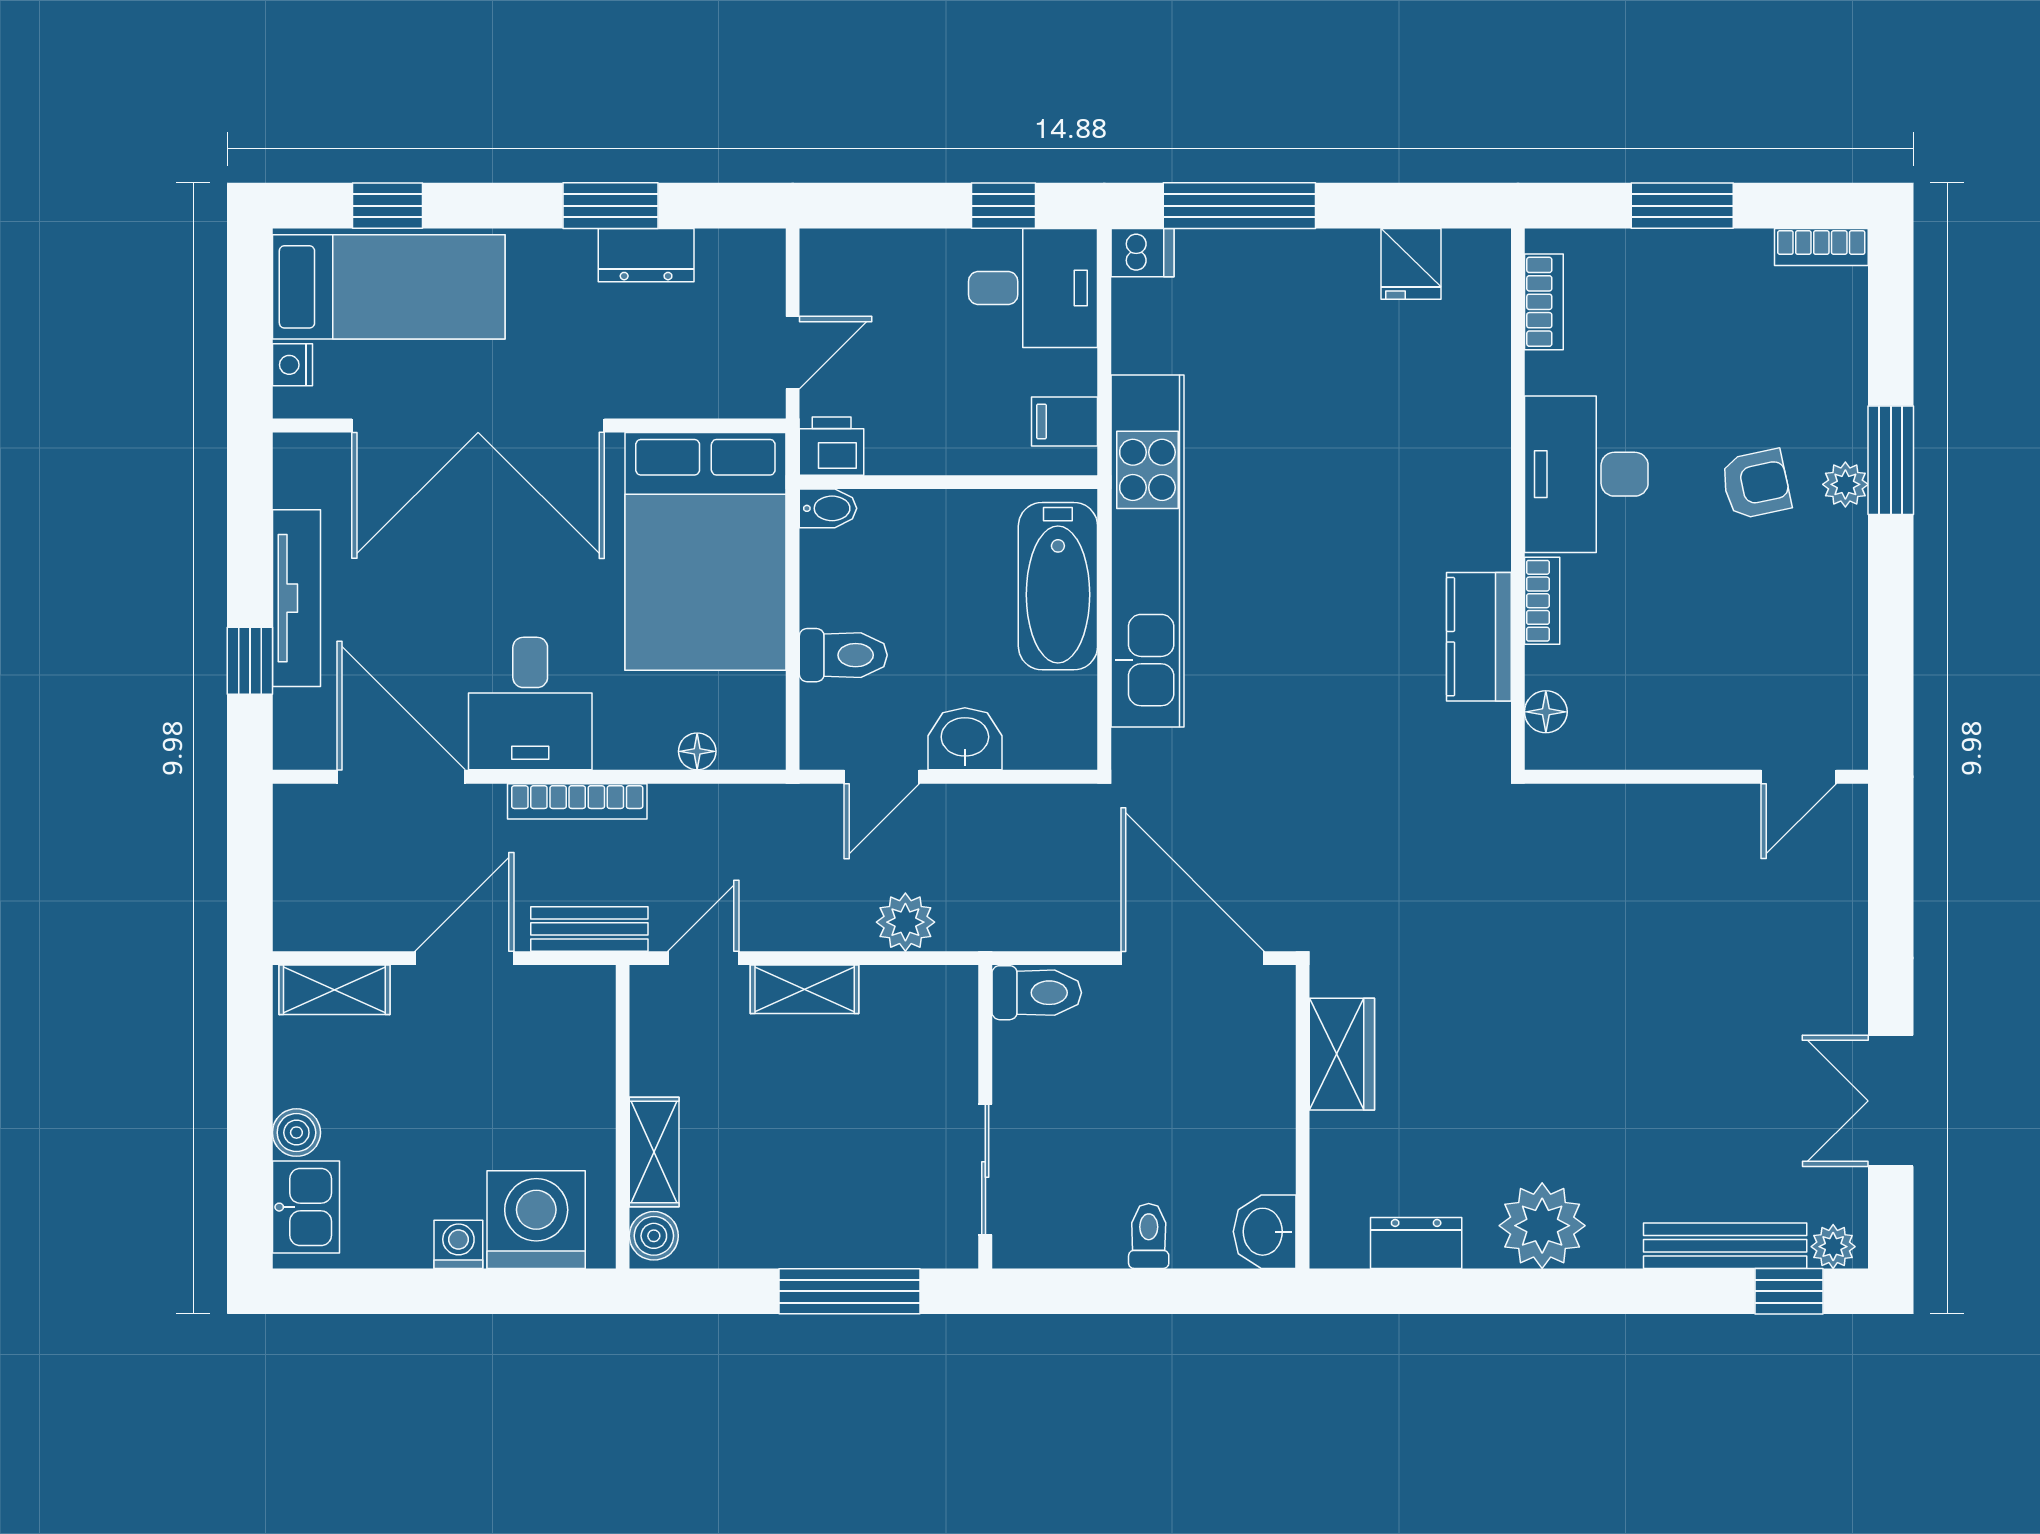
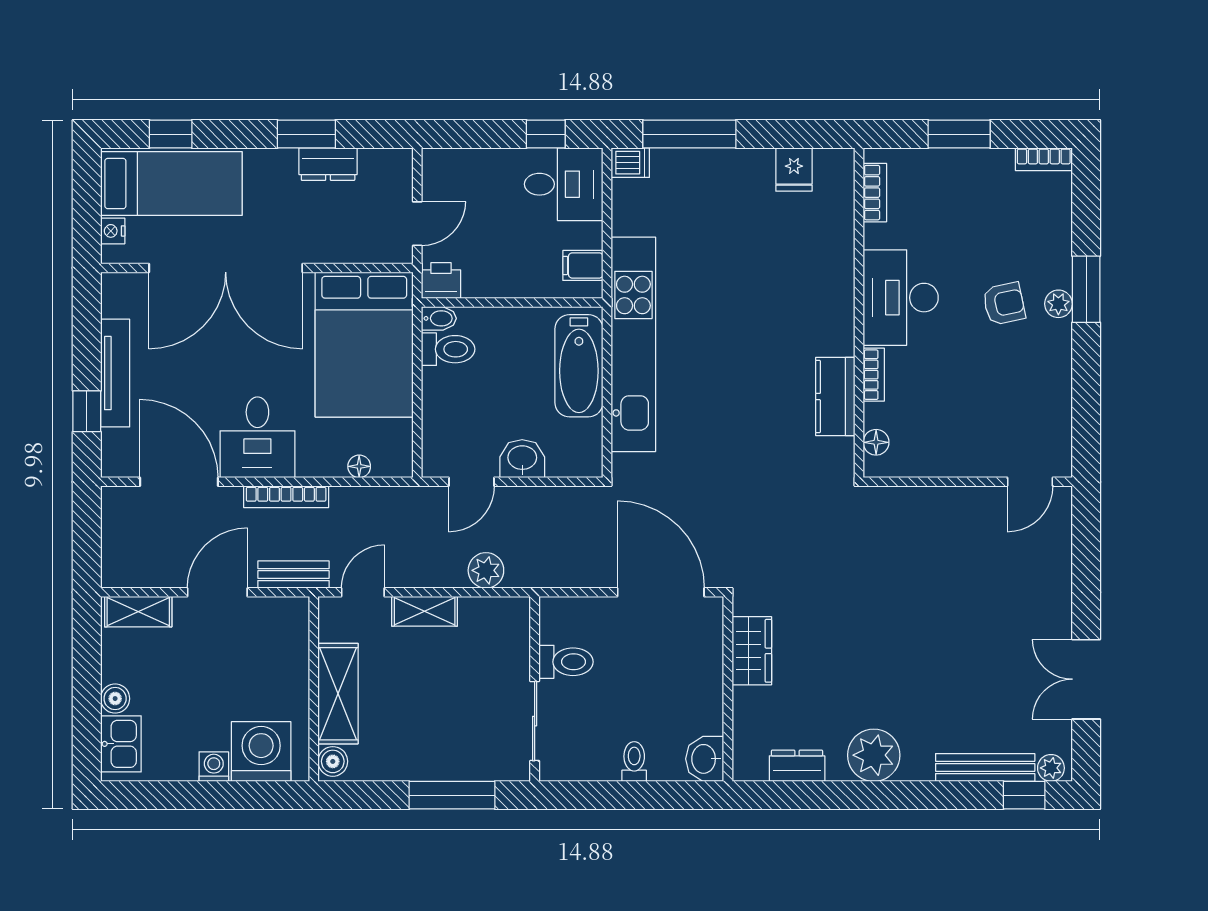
toilet: (843, 655) -> (448, 349), moved
toilet: (1037, 993) -> (566, 662), moved
shelving: (654, 1152) -> (338, 694), width x1.50, depth x1.33

